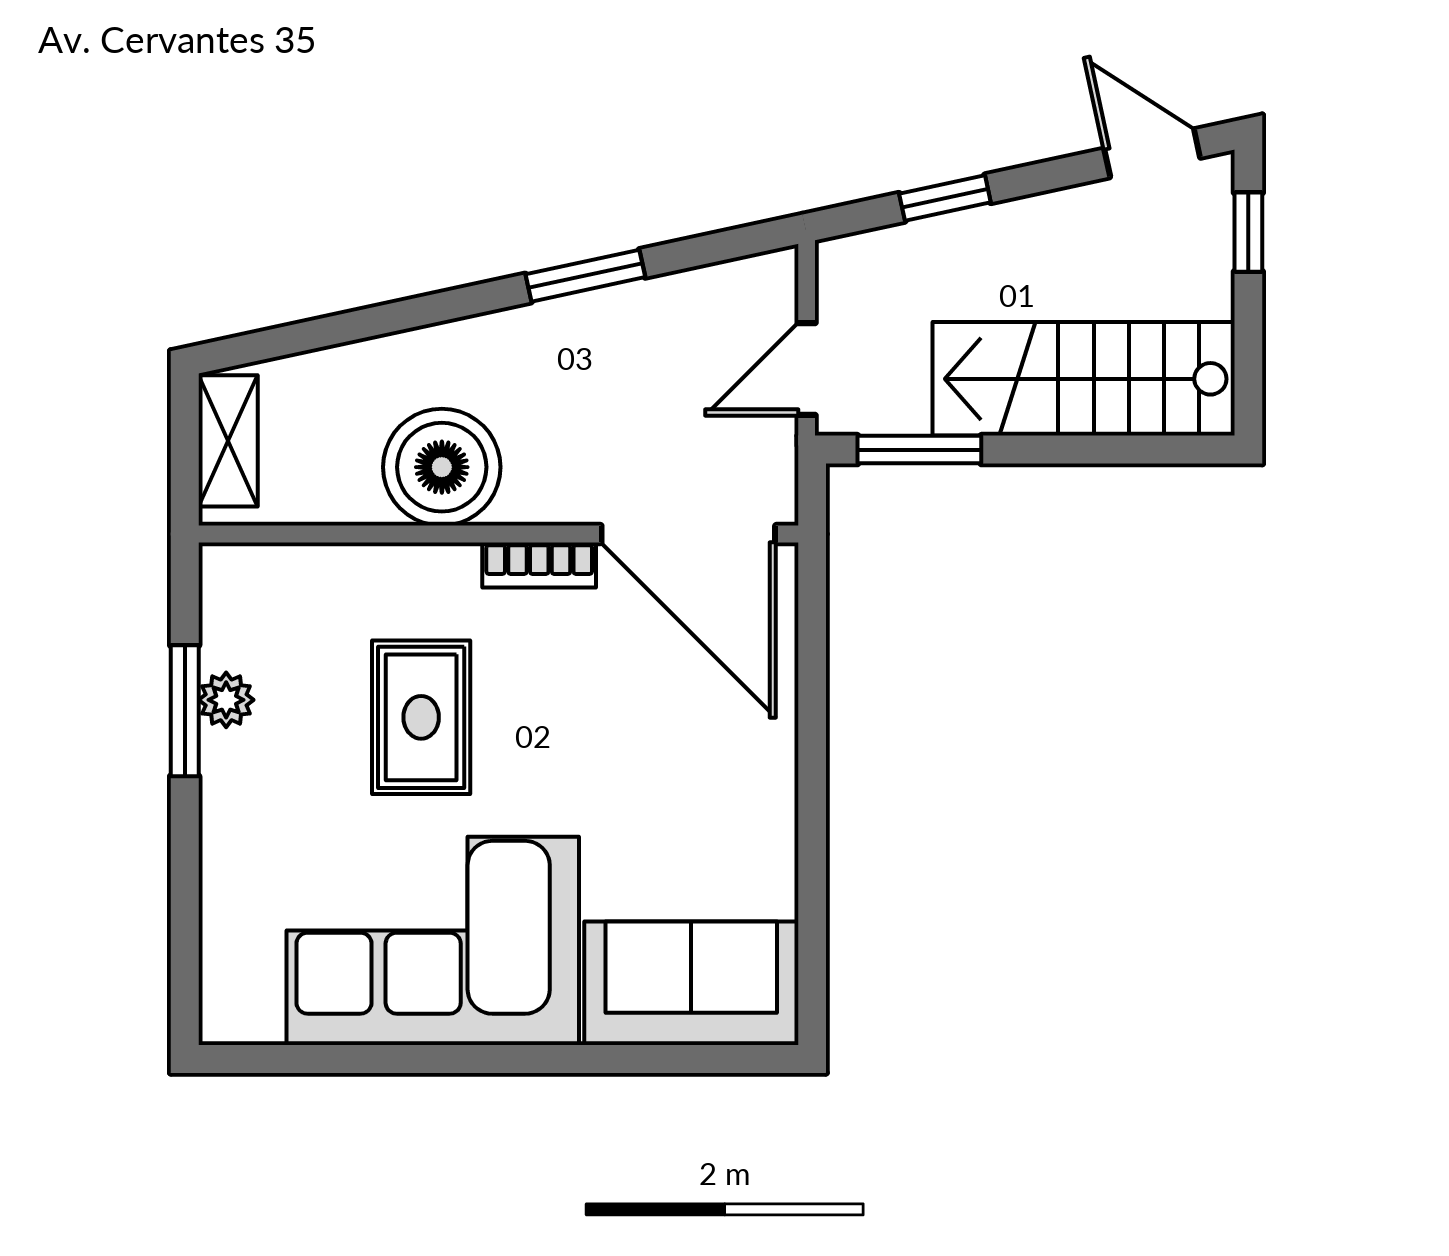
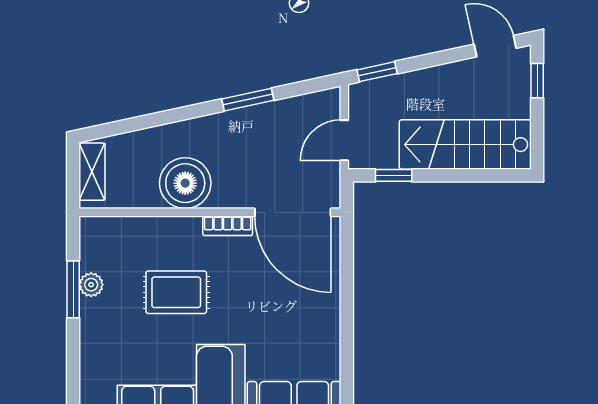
window: (945, 198) -> (377, 72), moved
window: (919, 450) -> (394, 175), width x0.67
rug: (421, 717) -> (176, 292), turned 90

